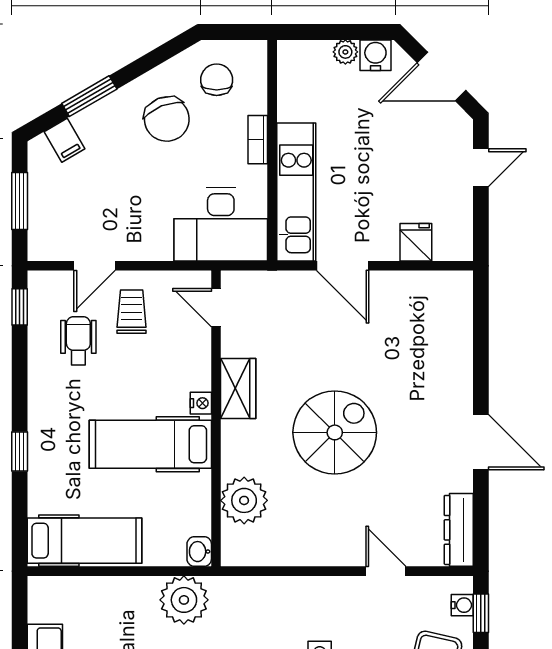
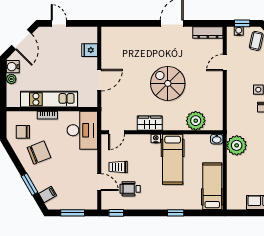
kitchen unit: (296, 192) -> (49, 99), moved

